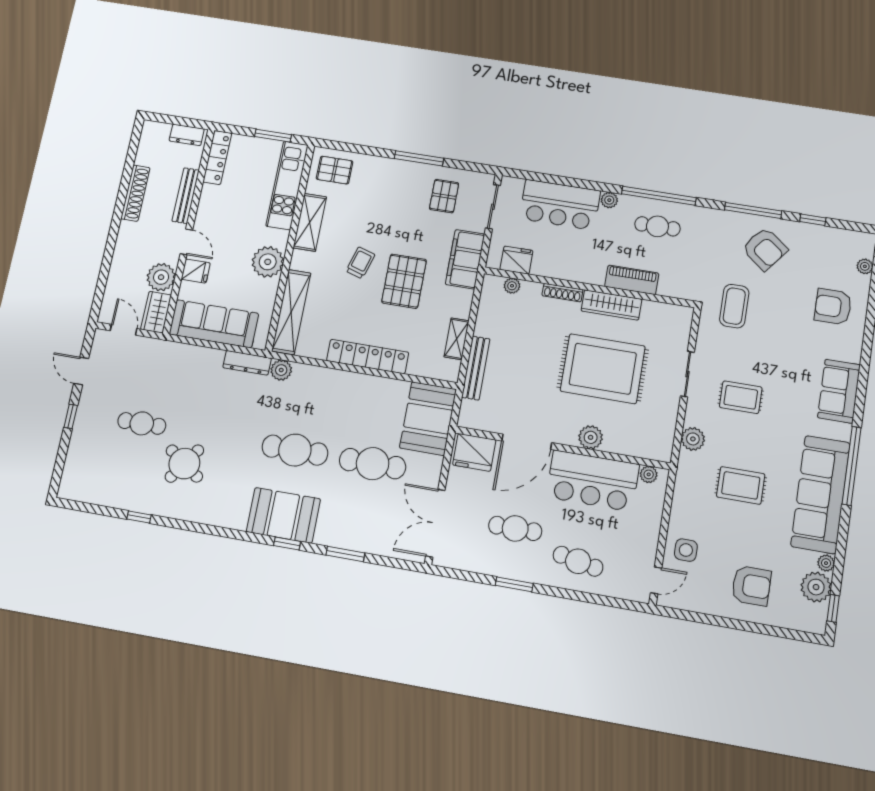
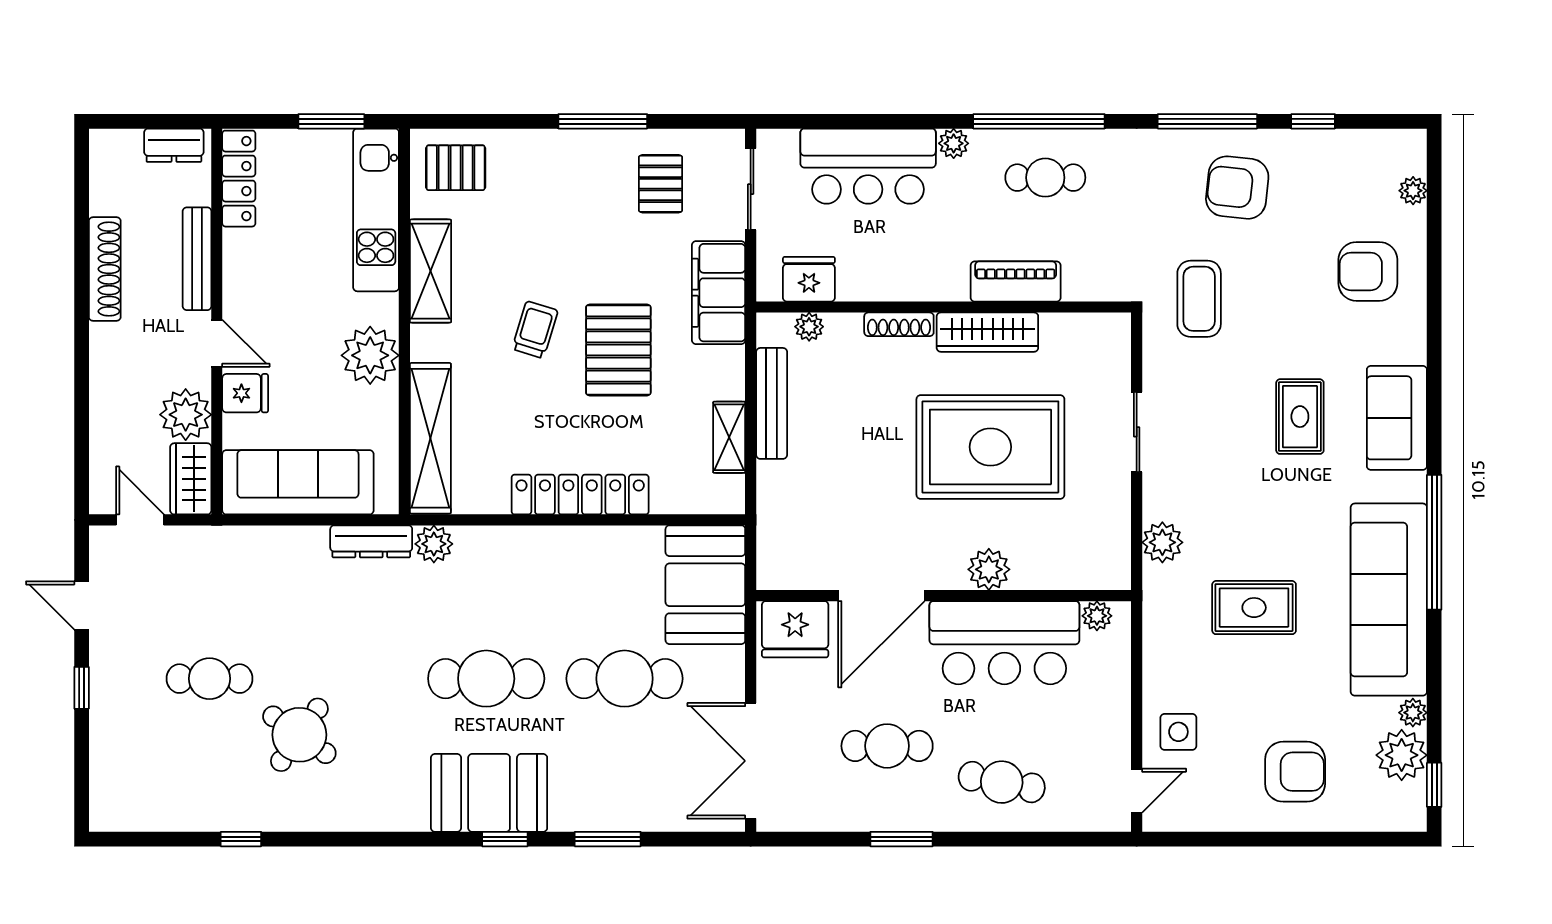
armchair: (765, 249) -> (1237, 188), turned 148
bench: (476, 368) -> (772, 403), moved
rug: (741, 397) -> (1300, 417), moved, turned 90

